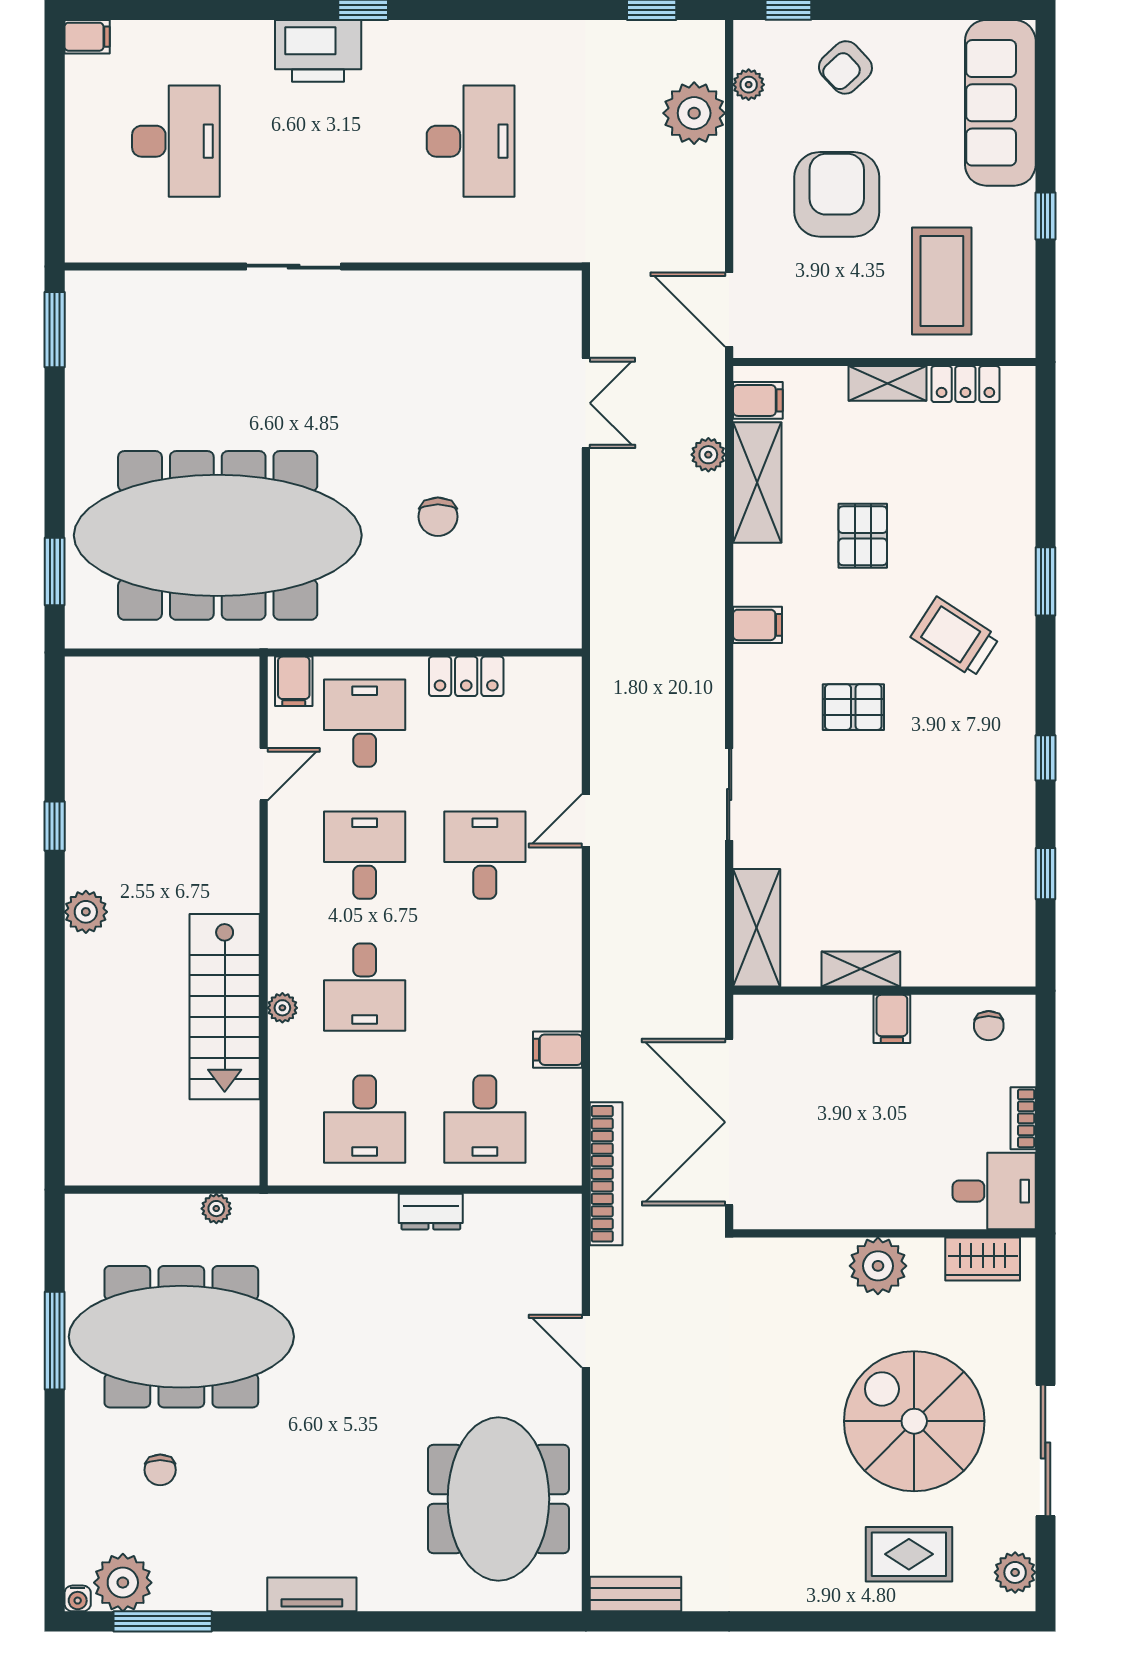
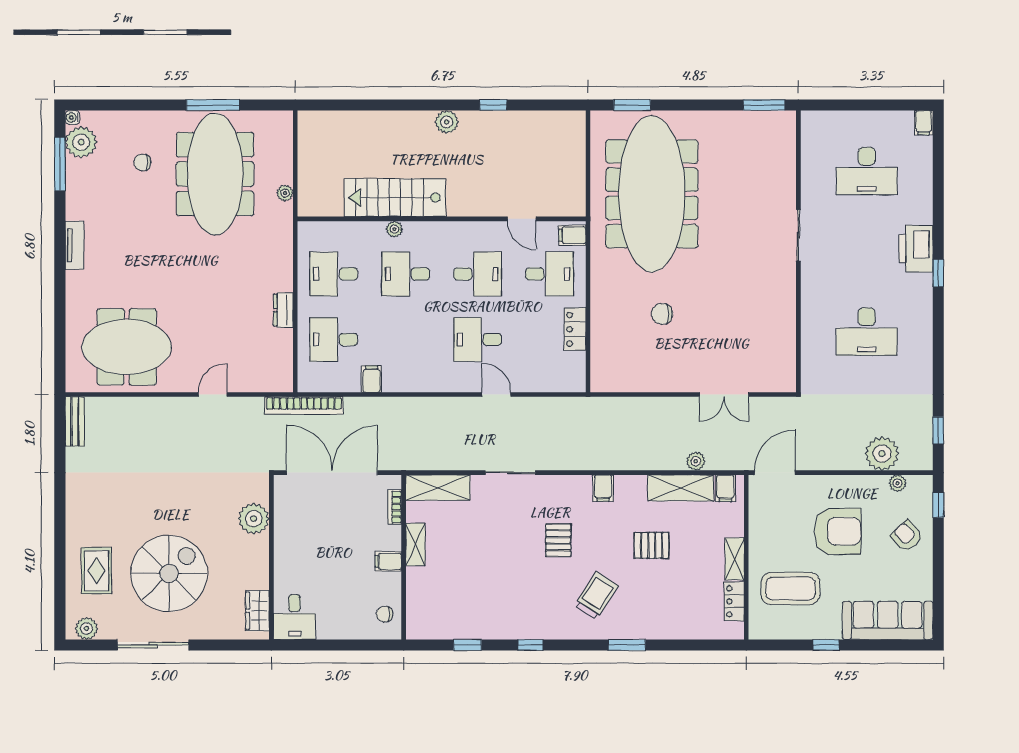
desk: (485, 855) -> (478, 339), turned 180
bookcase: (1023, 1118) -> (395, 507), moved, turned -90
plant: (878, 1266) -> (254, 519), moved

